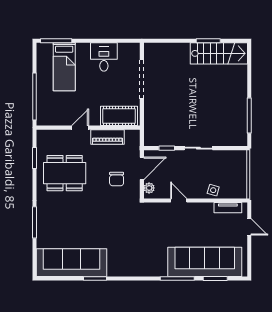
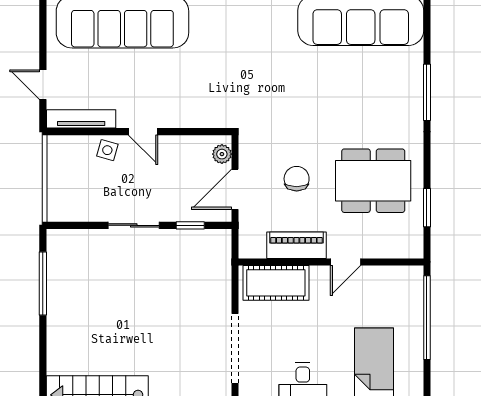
chair: (117, 179) -> (297, 179), moved
door: (179, 200) -> (143, 132), moved
tv unit: (228, 208) -> (81, 119), width x1.41

